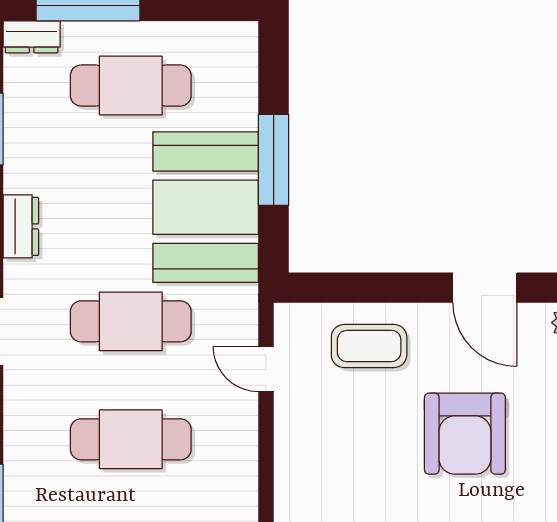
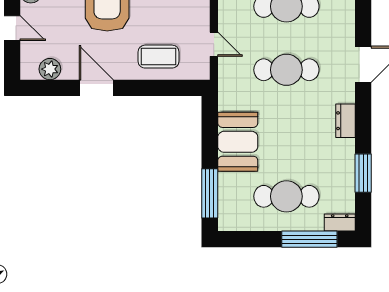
window: (274, 160) -> (210, 193), moved
booth: (206, 207) -> (238, 142), width x0.73, depth x0.70

